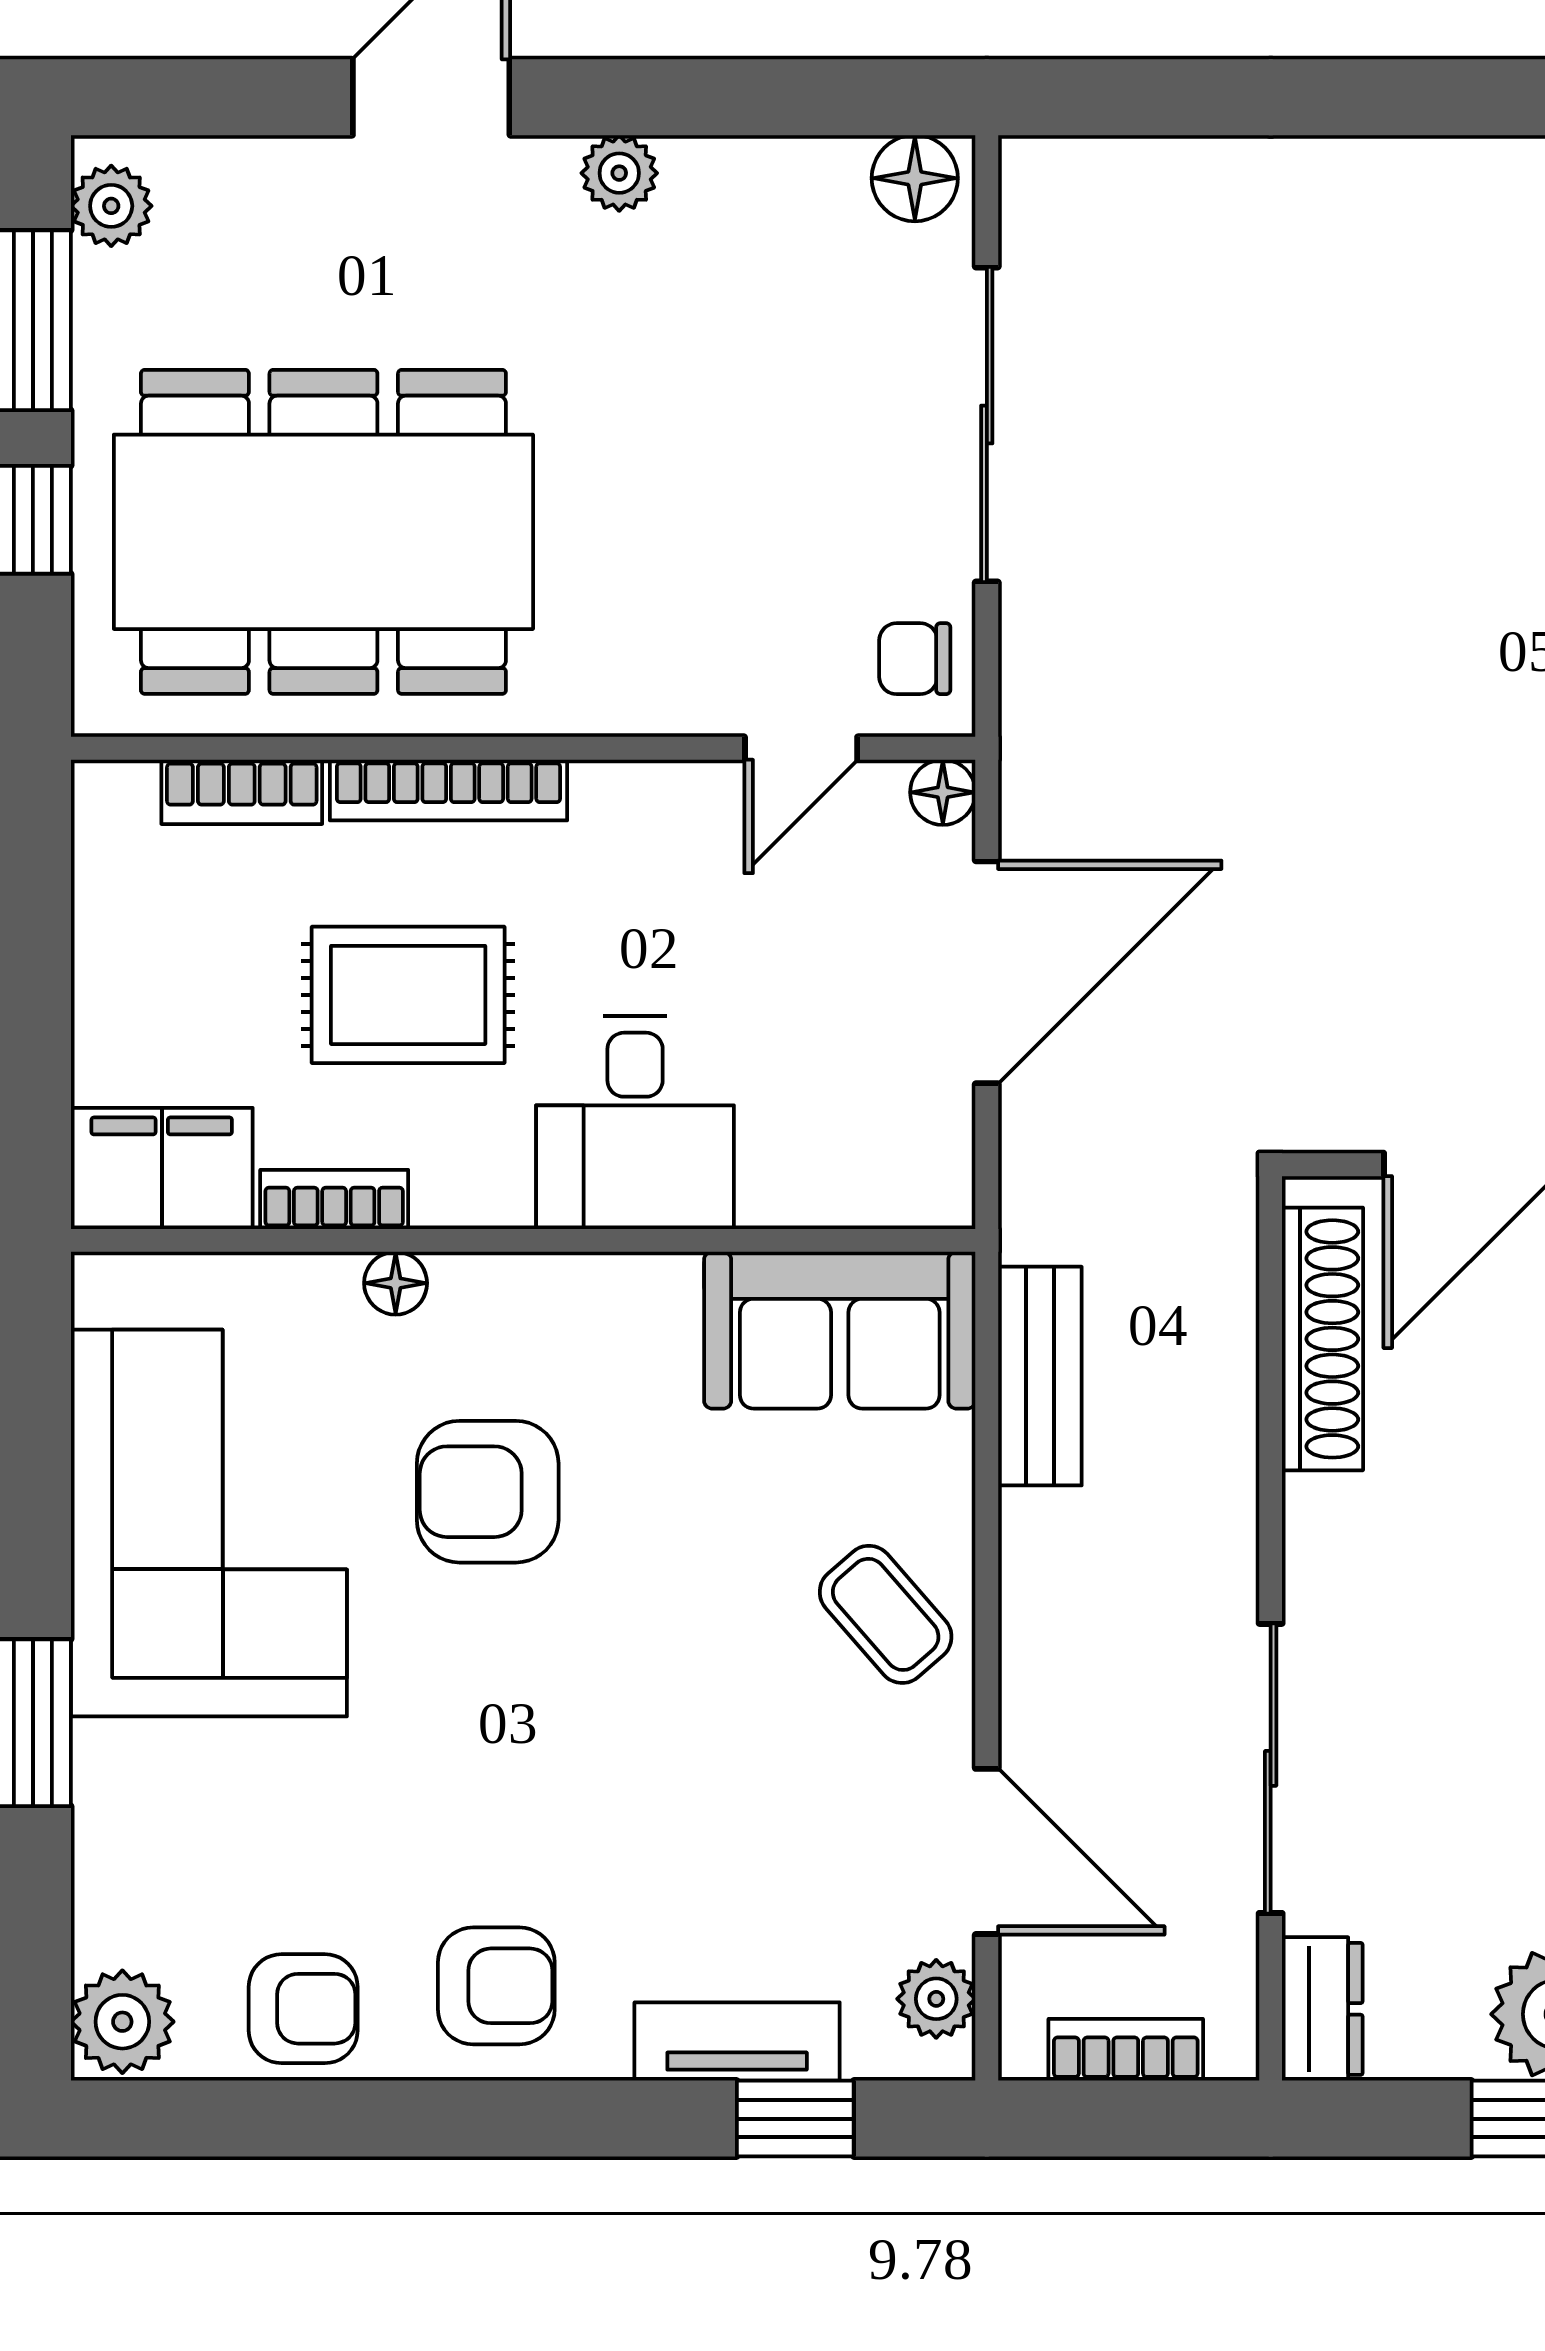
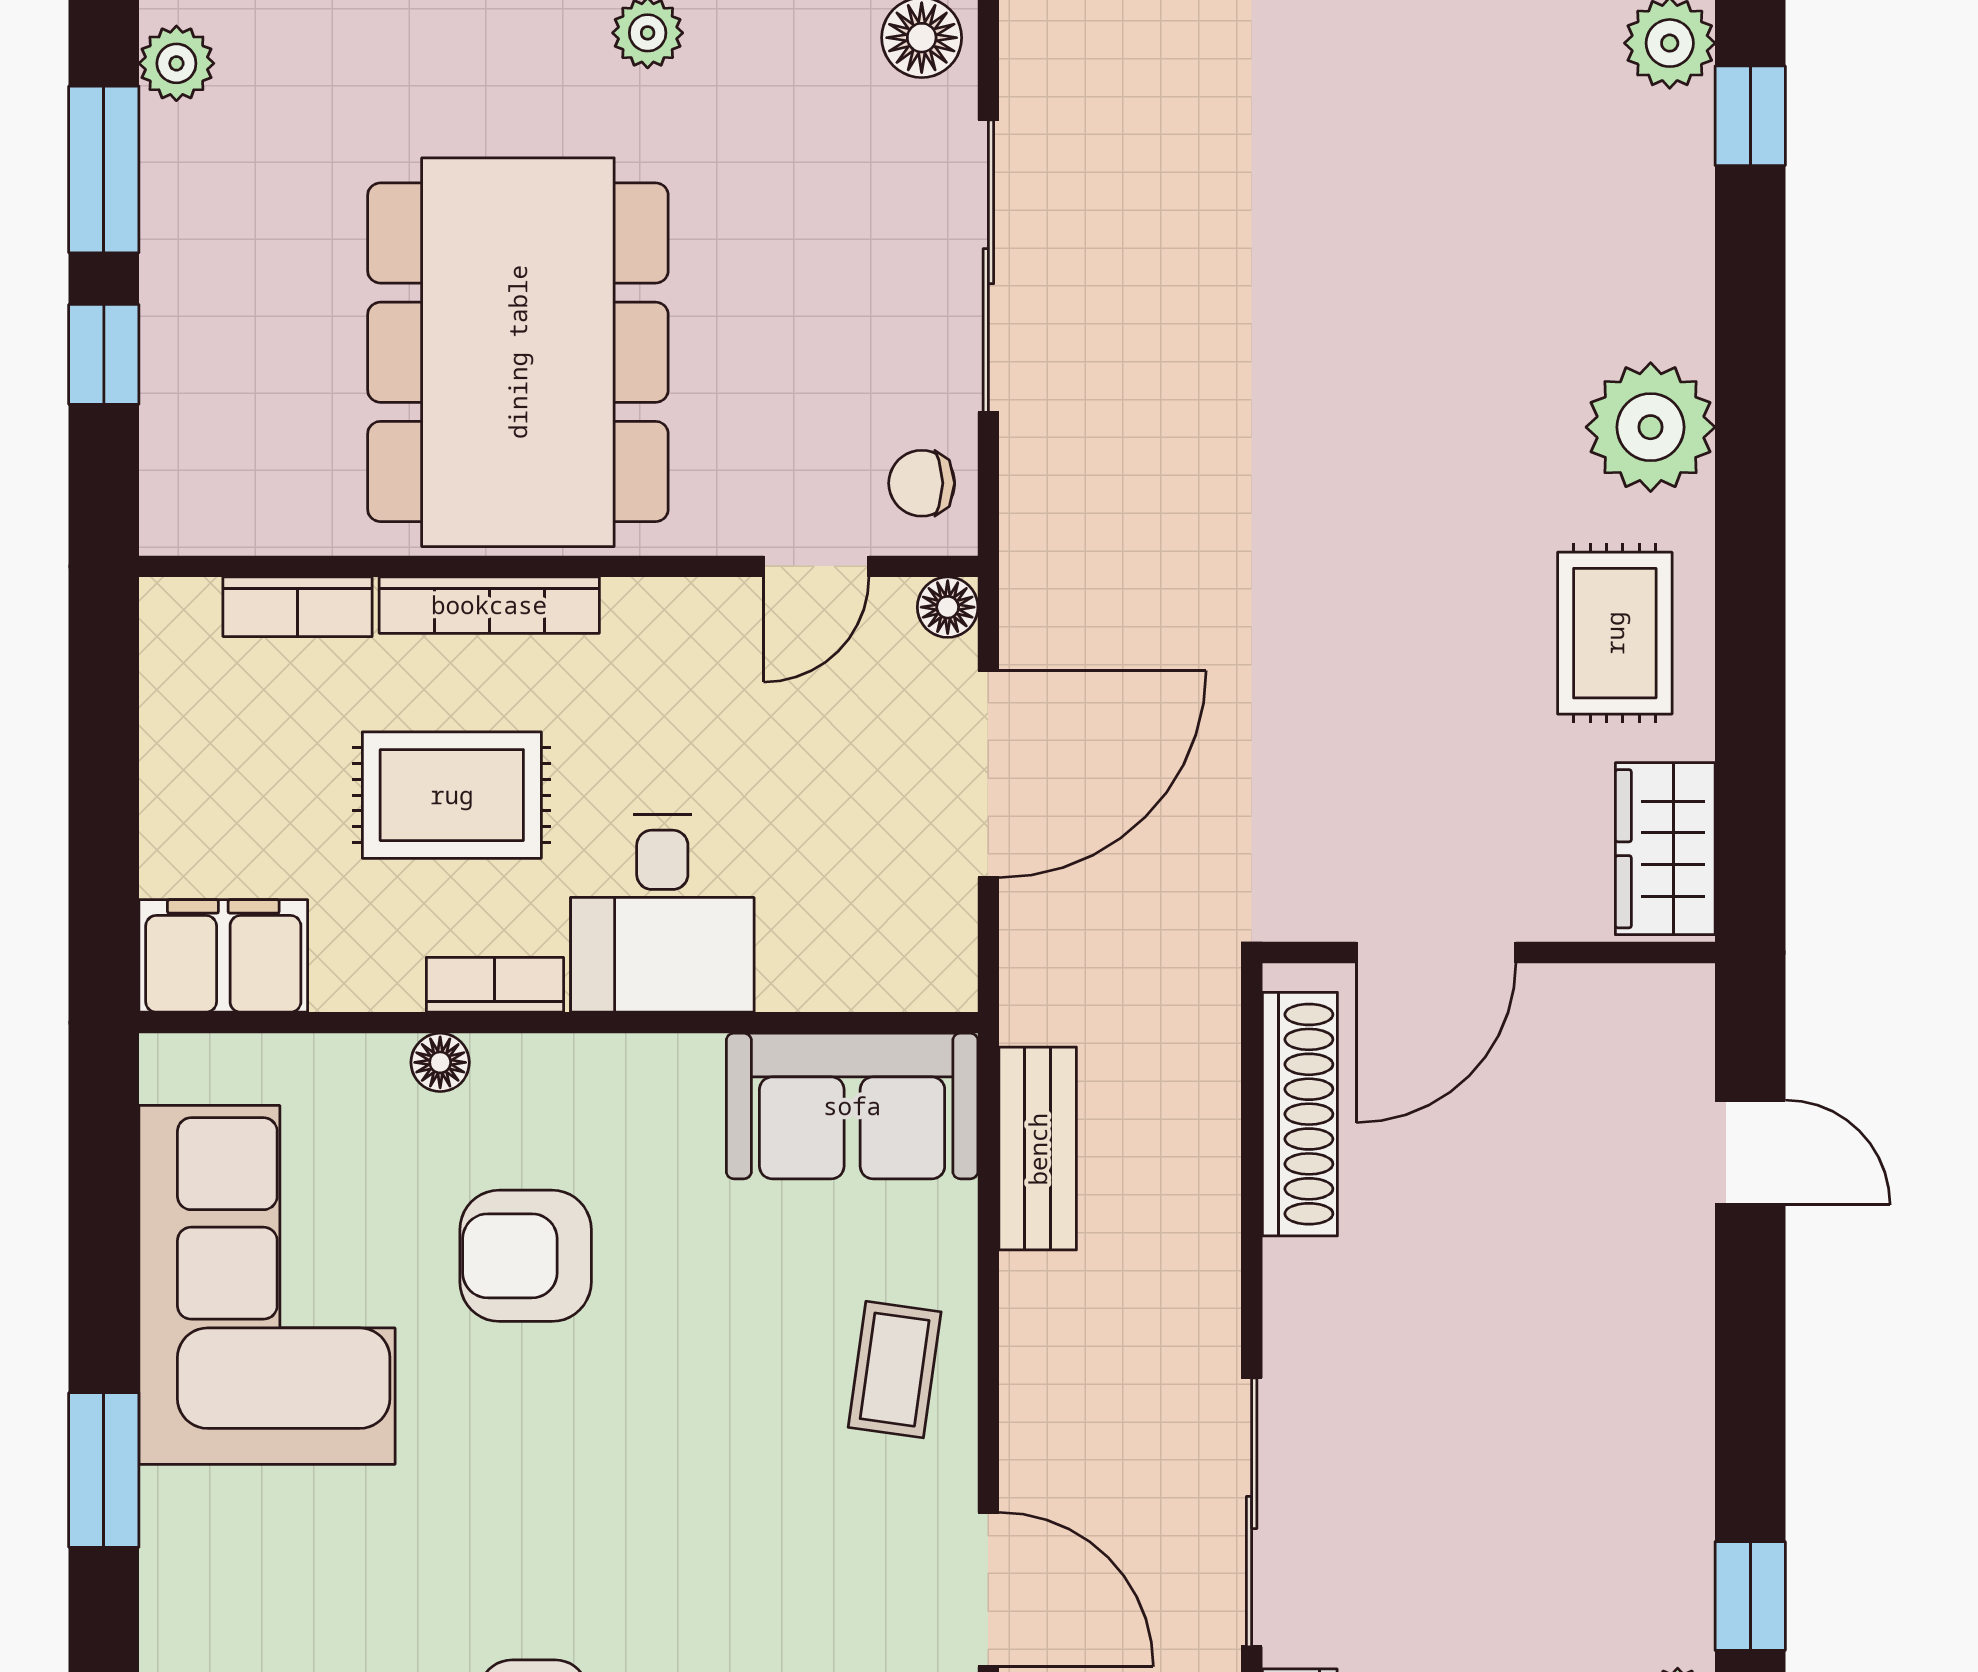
dining table: (323, 532) -> (518, 352), moved, turned 90
bookcase: (334, 1199) -> (495, 985), moved
coffee table: (886, 1614) -> (895, 1370), turned 49

